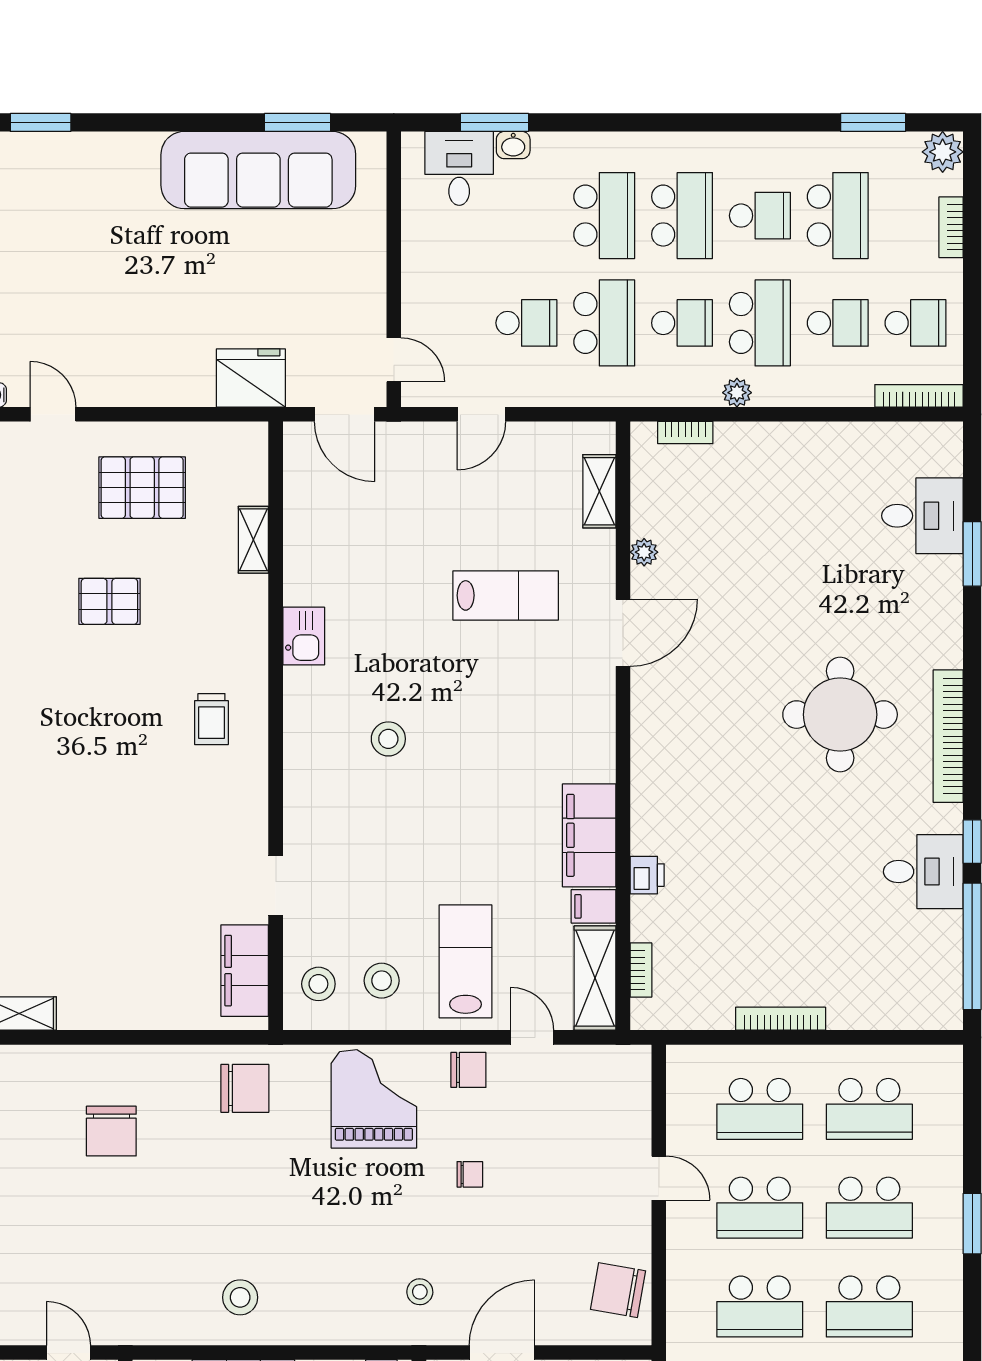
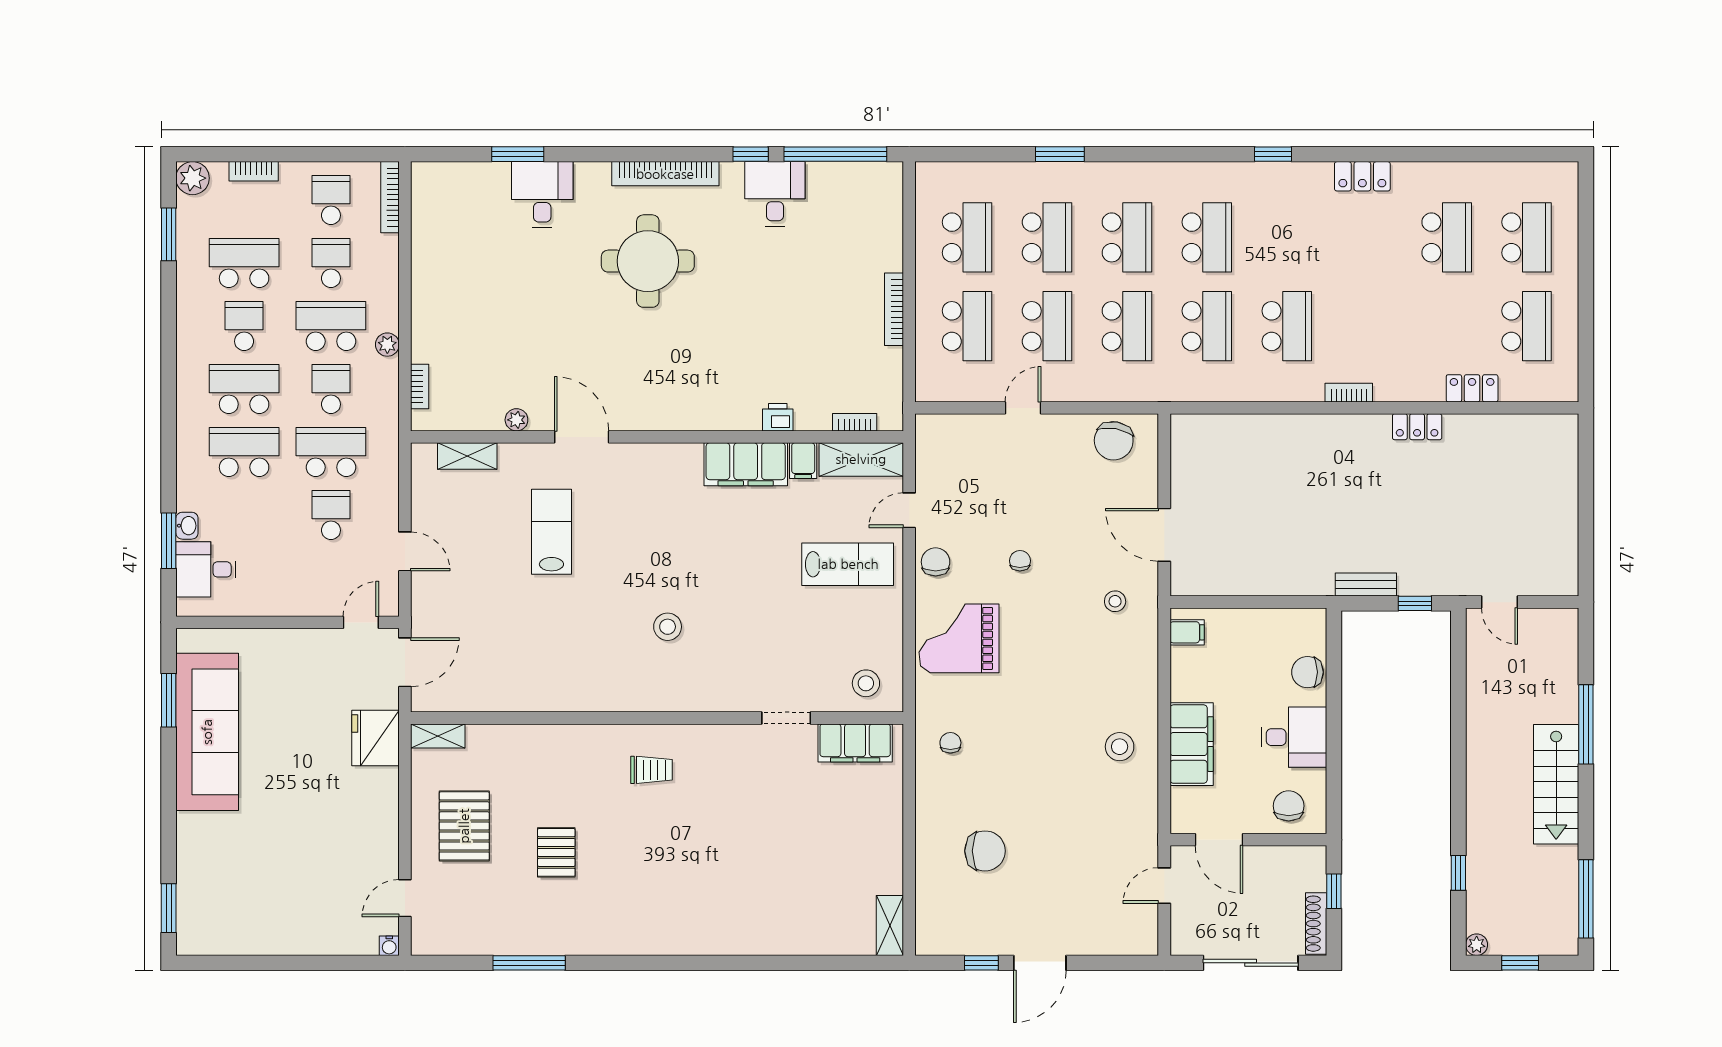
desk: (922, 516) -> (542, 194), moved
shelving: (253, 540) -> (438, 736), moved
kitchen sink: (304, 636) -> (584, 695), removed
lab bench: (465, 961) -> (848, 564), turned 180
stool: (382, 981) -> (863, 632), removed
chair: (245, 1088) -> (950, 743), width x0.54, depth x0.54

